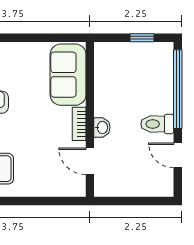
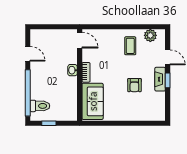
toilet: (157, 124) -> (40, 106), moved
door: (90, 161) -> (80, 40), moved

